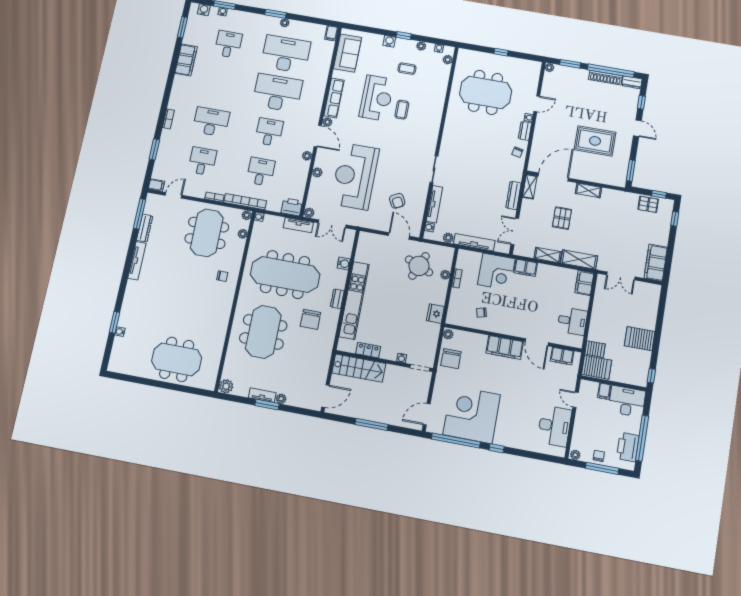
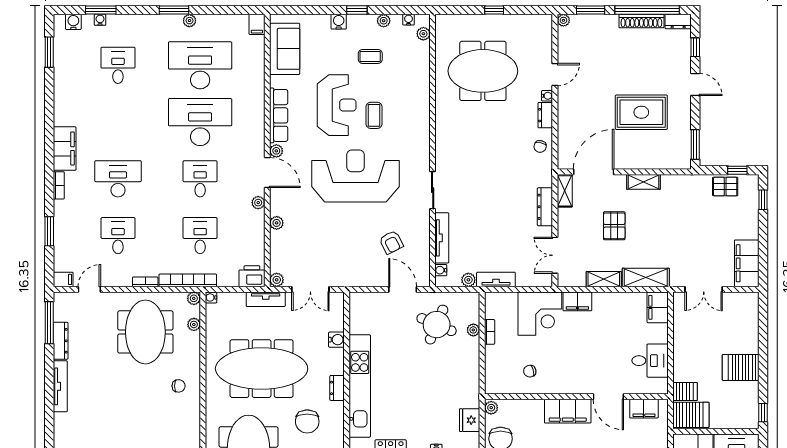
filing cabinet: (186, 60) -> (65, 149), moved
reception desk: (355, 176) -> (355, 176), moved, turned 90
tv unit: (474, 242) -> (496, 279), width x0.71
fridge: (435, 314) -> (470, 420), moved

